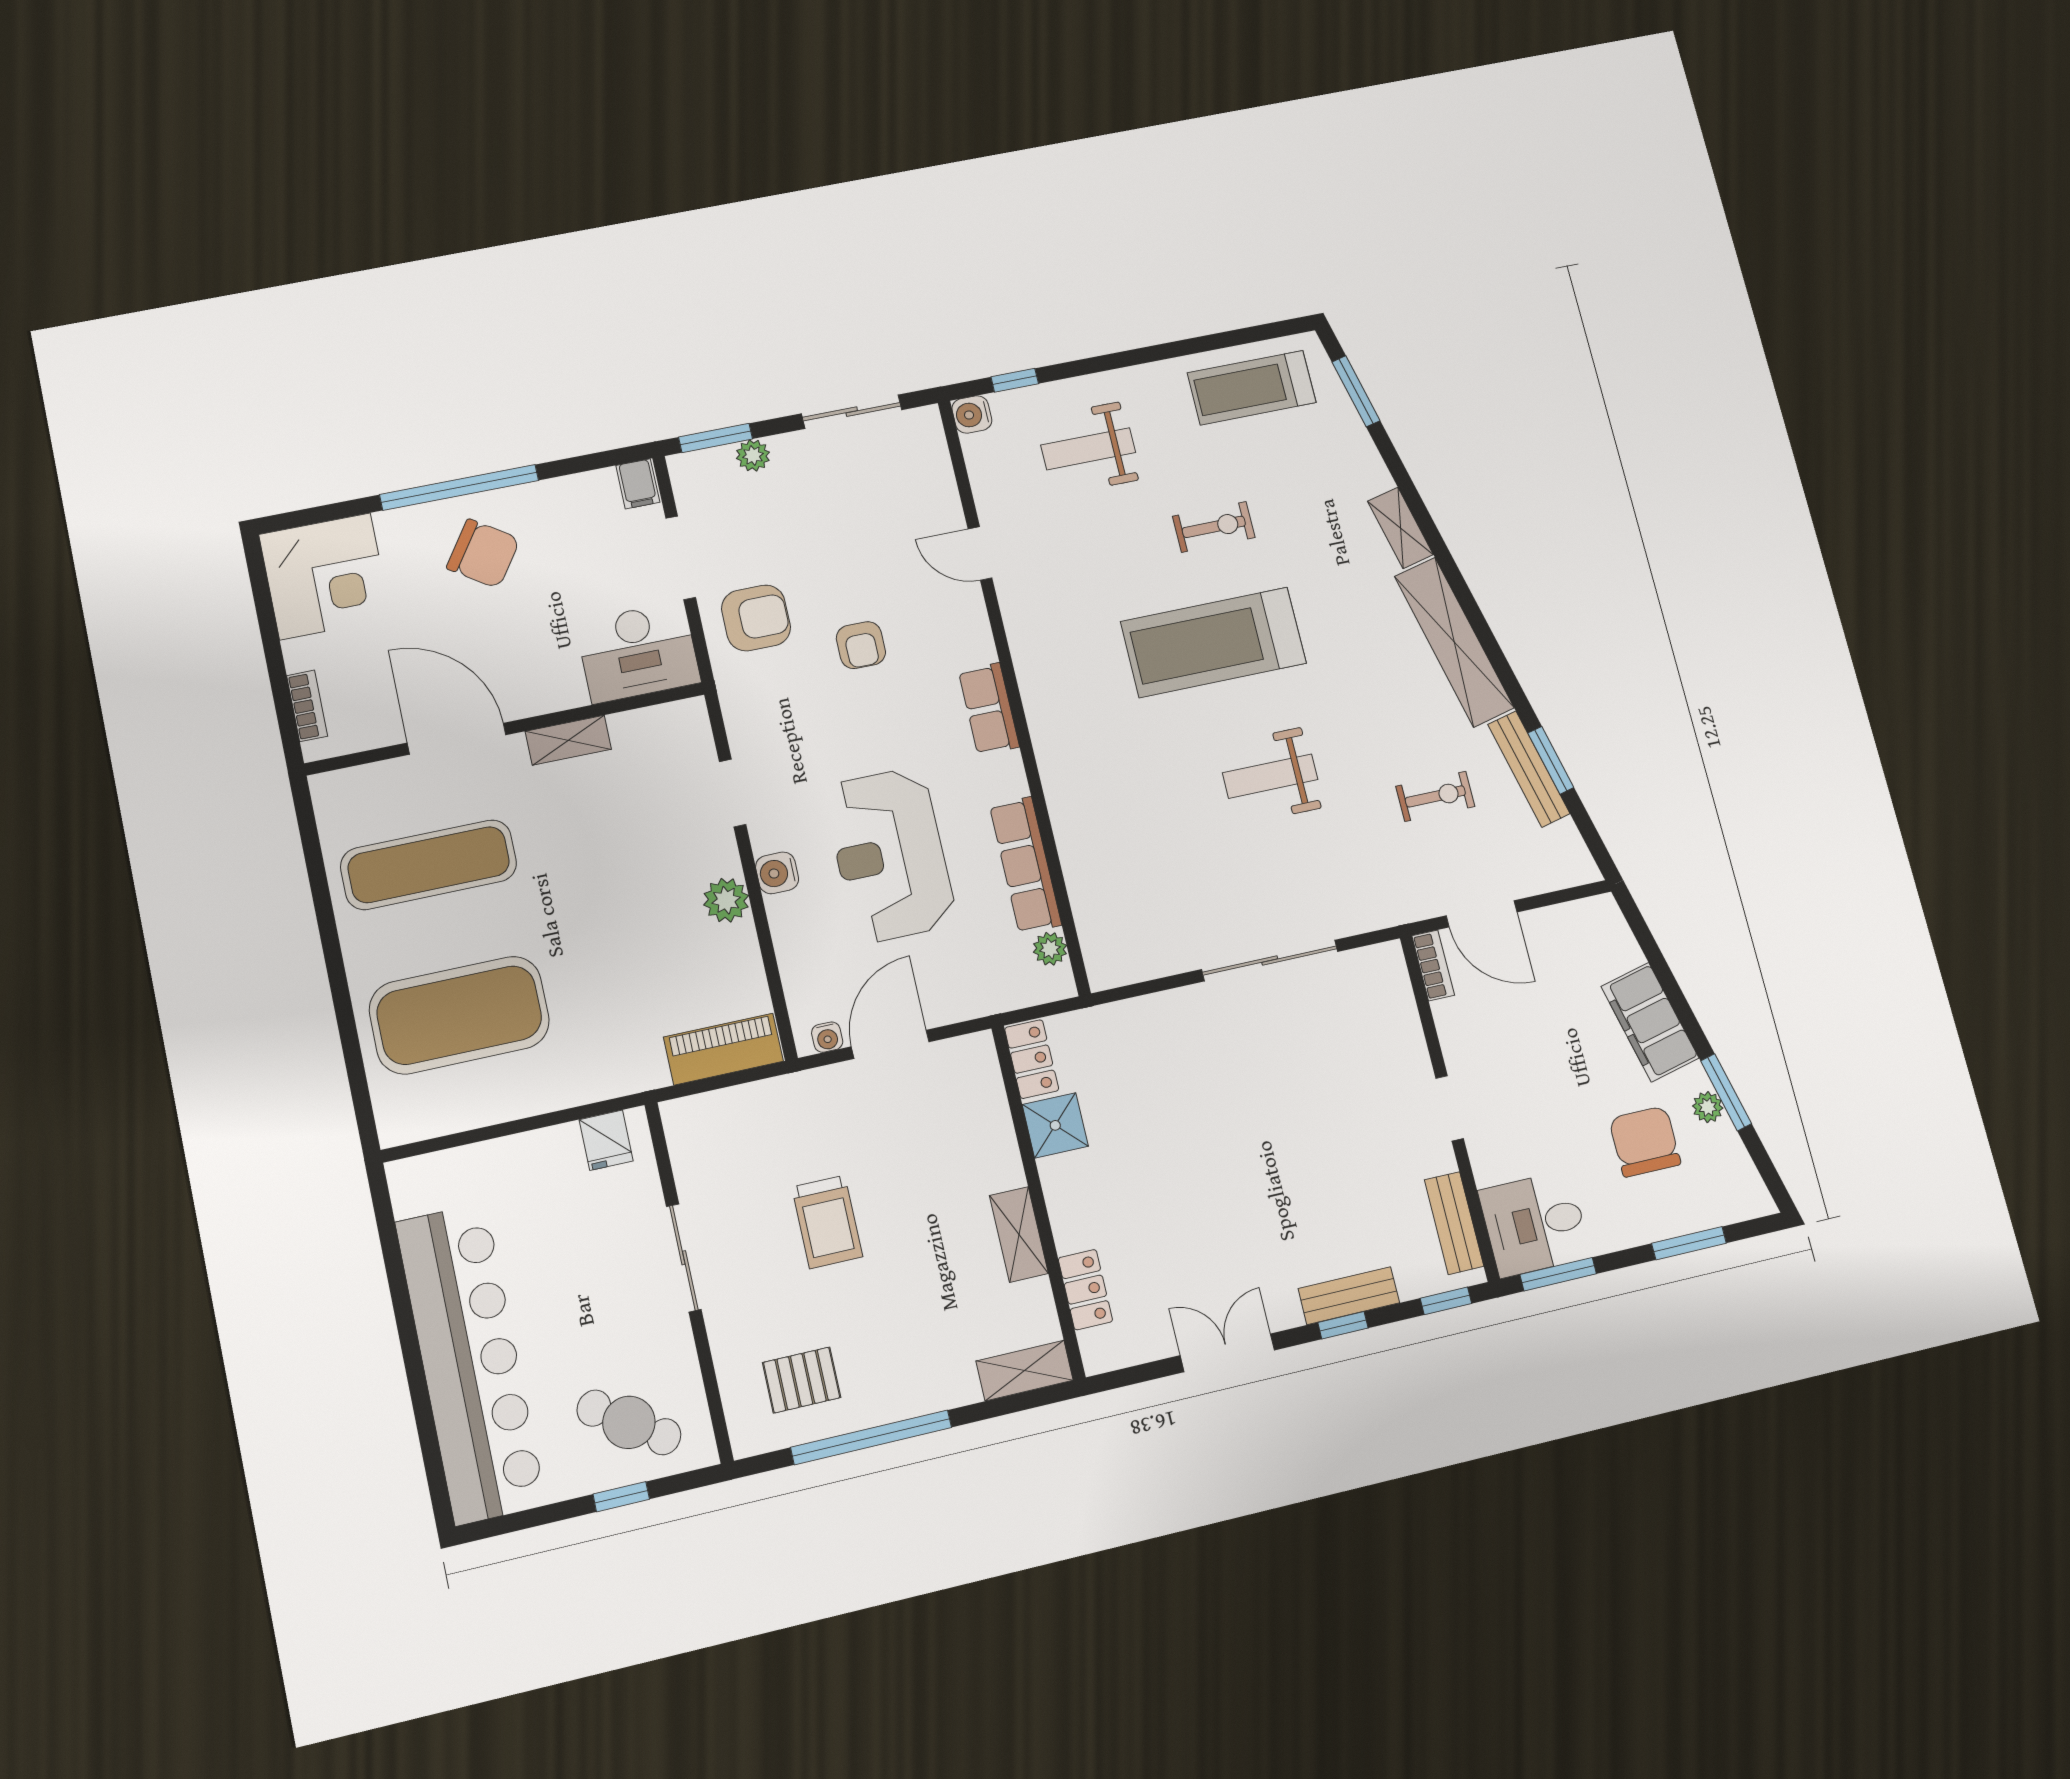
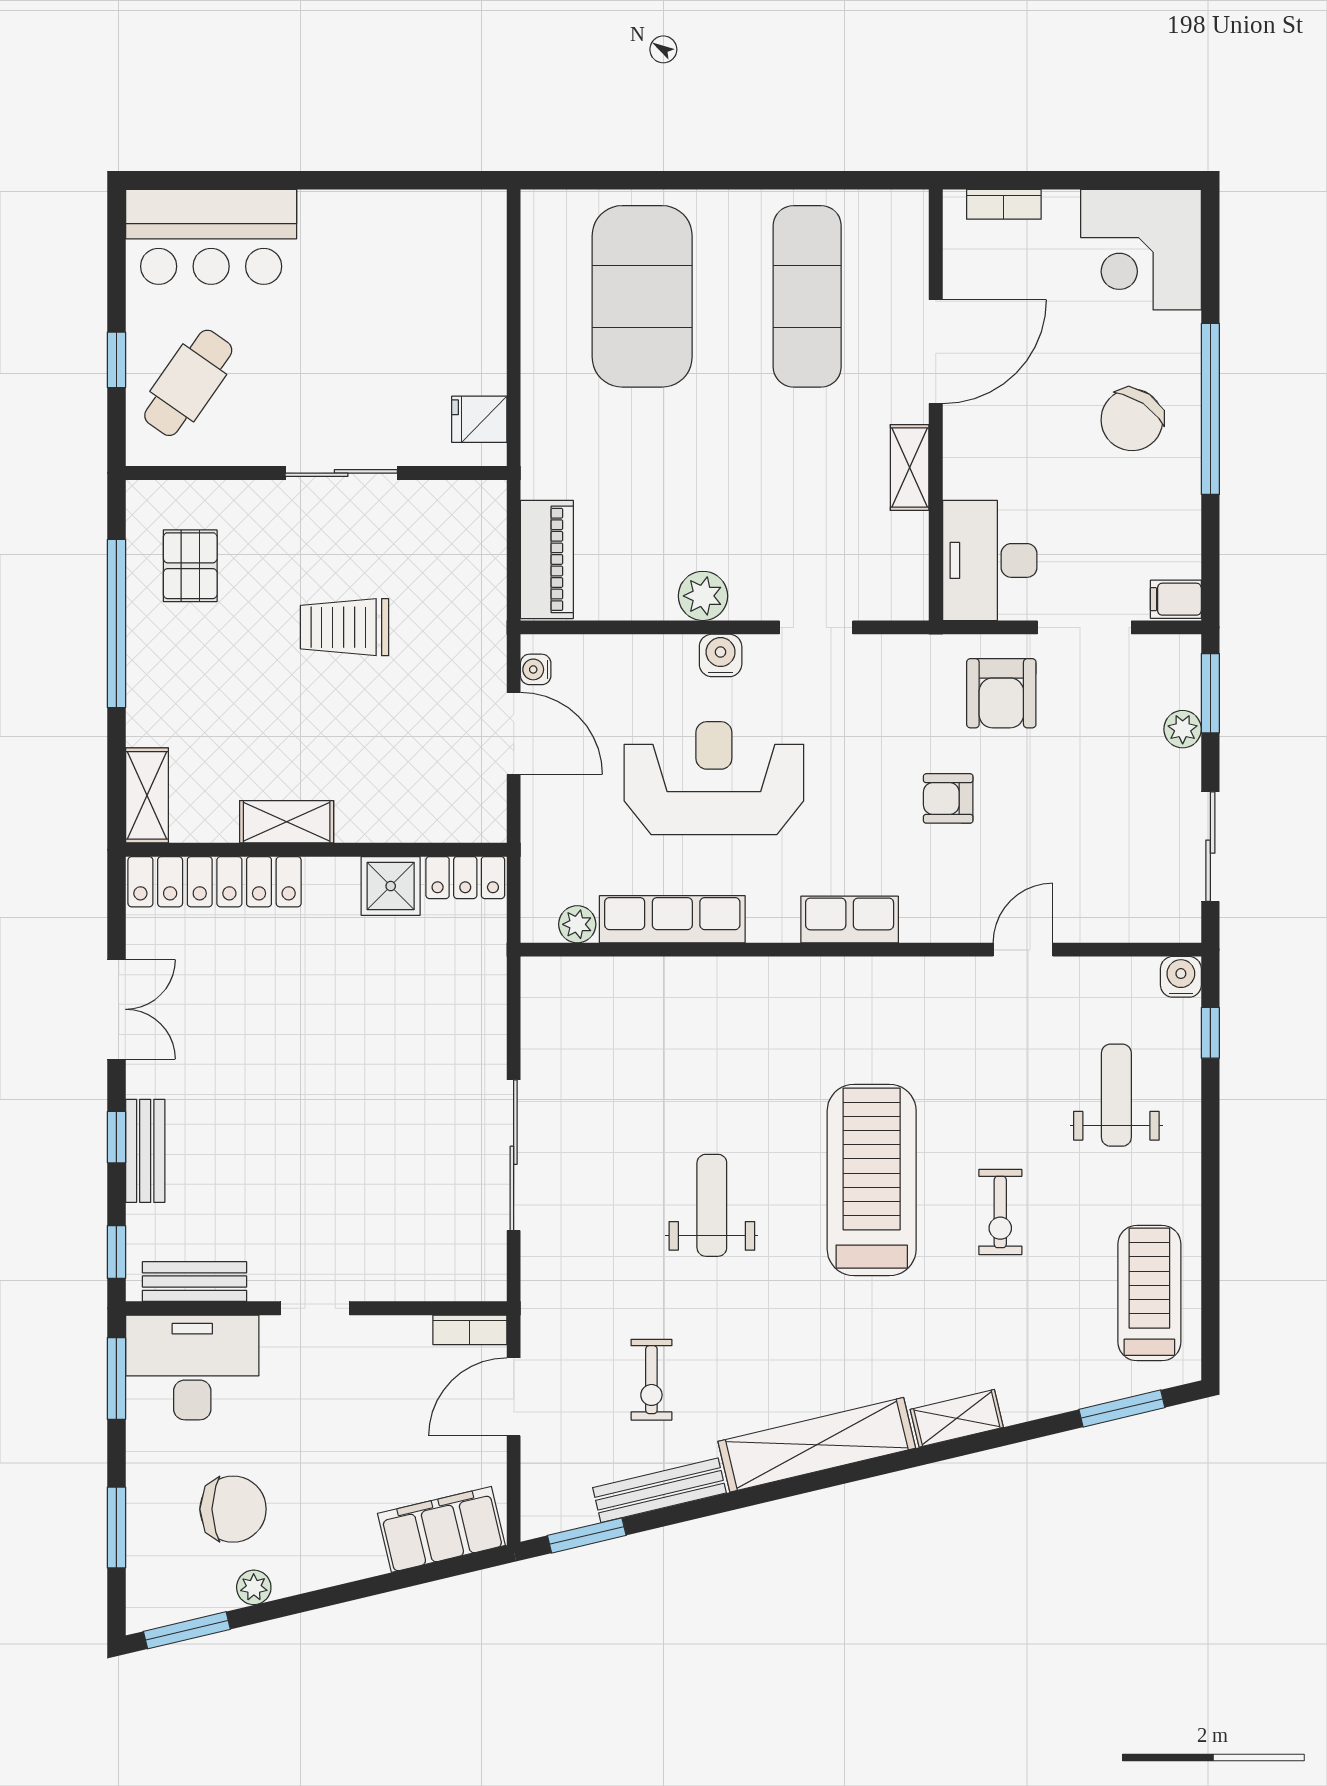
window: (1551, 760) -> (587, 1535), moved
filing cabinet: (1650, 1022) -> (441, 1529), moved
window: (1726, 1092) -> (187, 1630), moved
desk: (1535, 1224) -> (192, 1367), width x1.37
locker: (1085, 1290) -> (215, 882), width x2.16, depth x1.21
bar counter: (470, 1363) -> (211, 237), width x0.54

